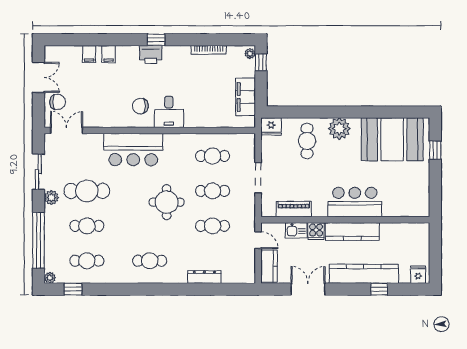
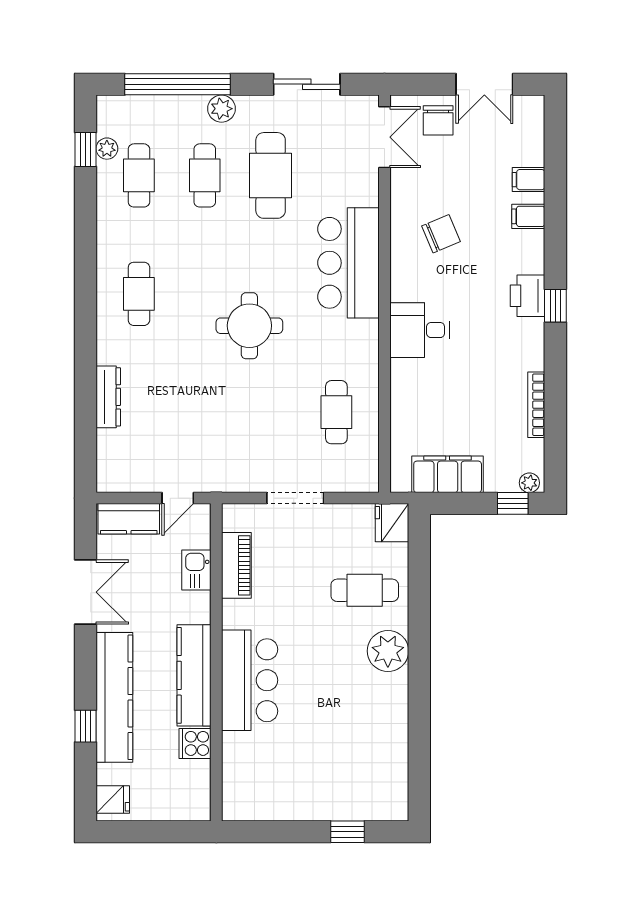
chair: (140, 106) -> (441, 234), moved, turned 67
booth: (392, 139) -> (368, 751), removed
cafe table: (213, 191) -> (271, 412), removed
plant: (51, 198) -> (222, 109), moved
cafe table: (213, 226) -> (205, 412), removed
cooker: (316, 231) -> (195, 743), moved
plant: (50, 278) -> (107, 149), moved

